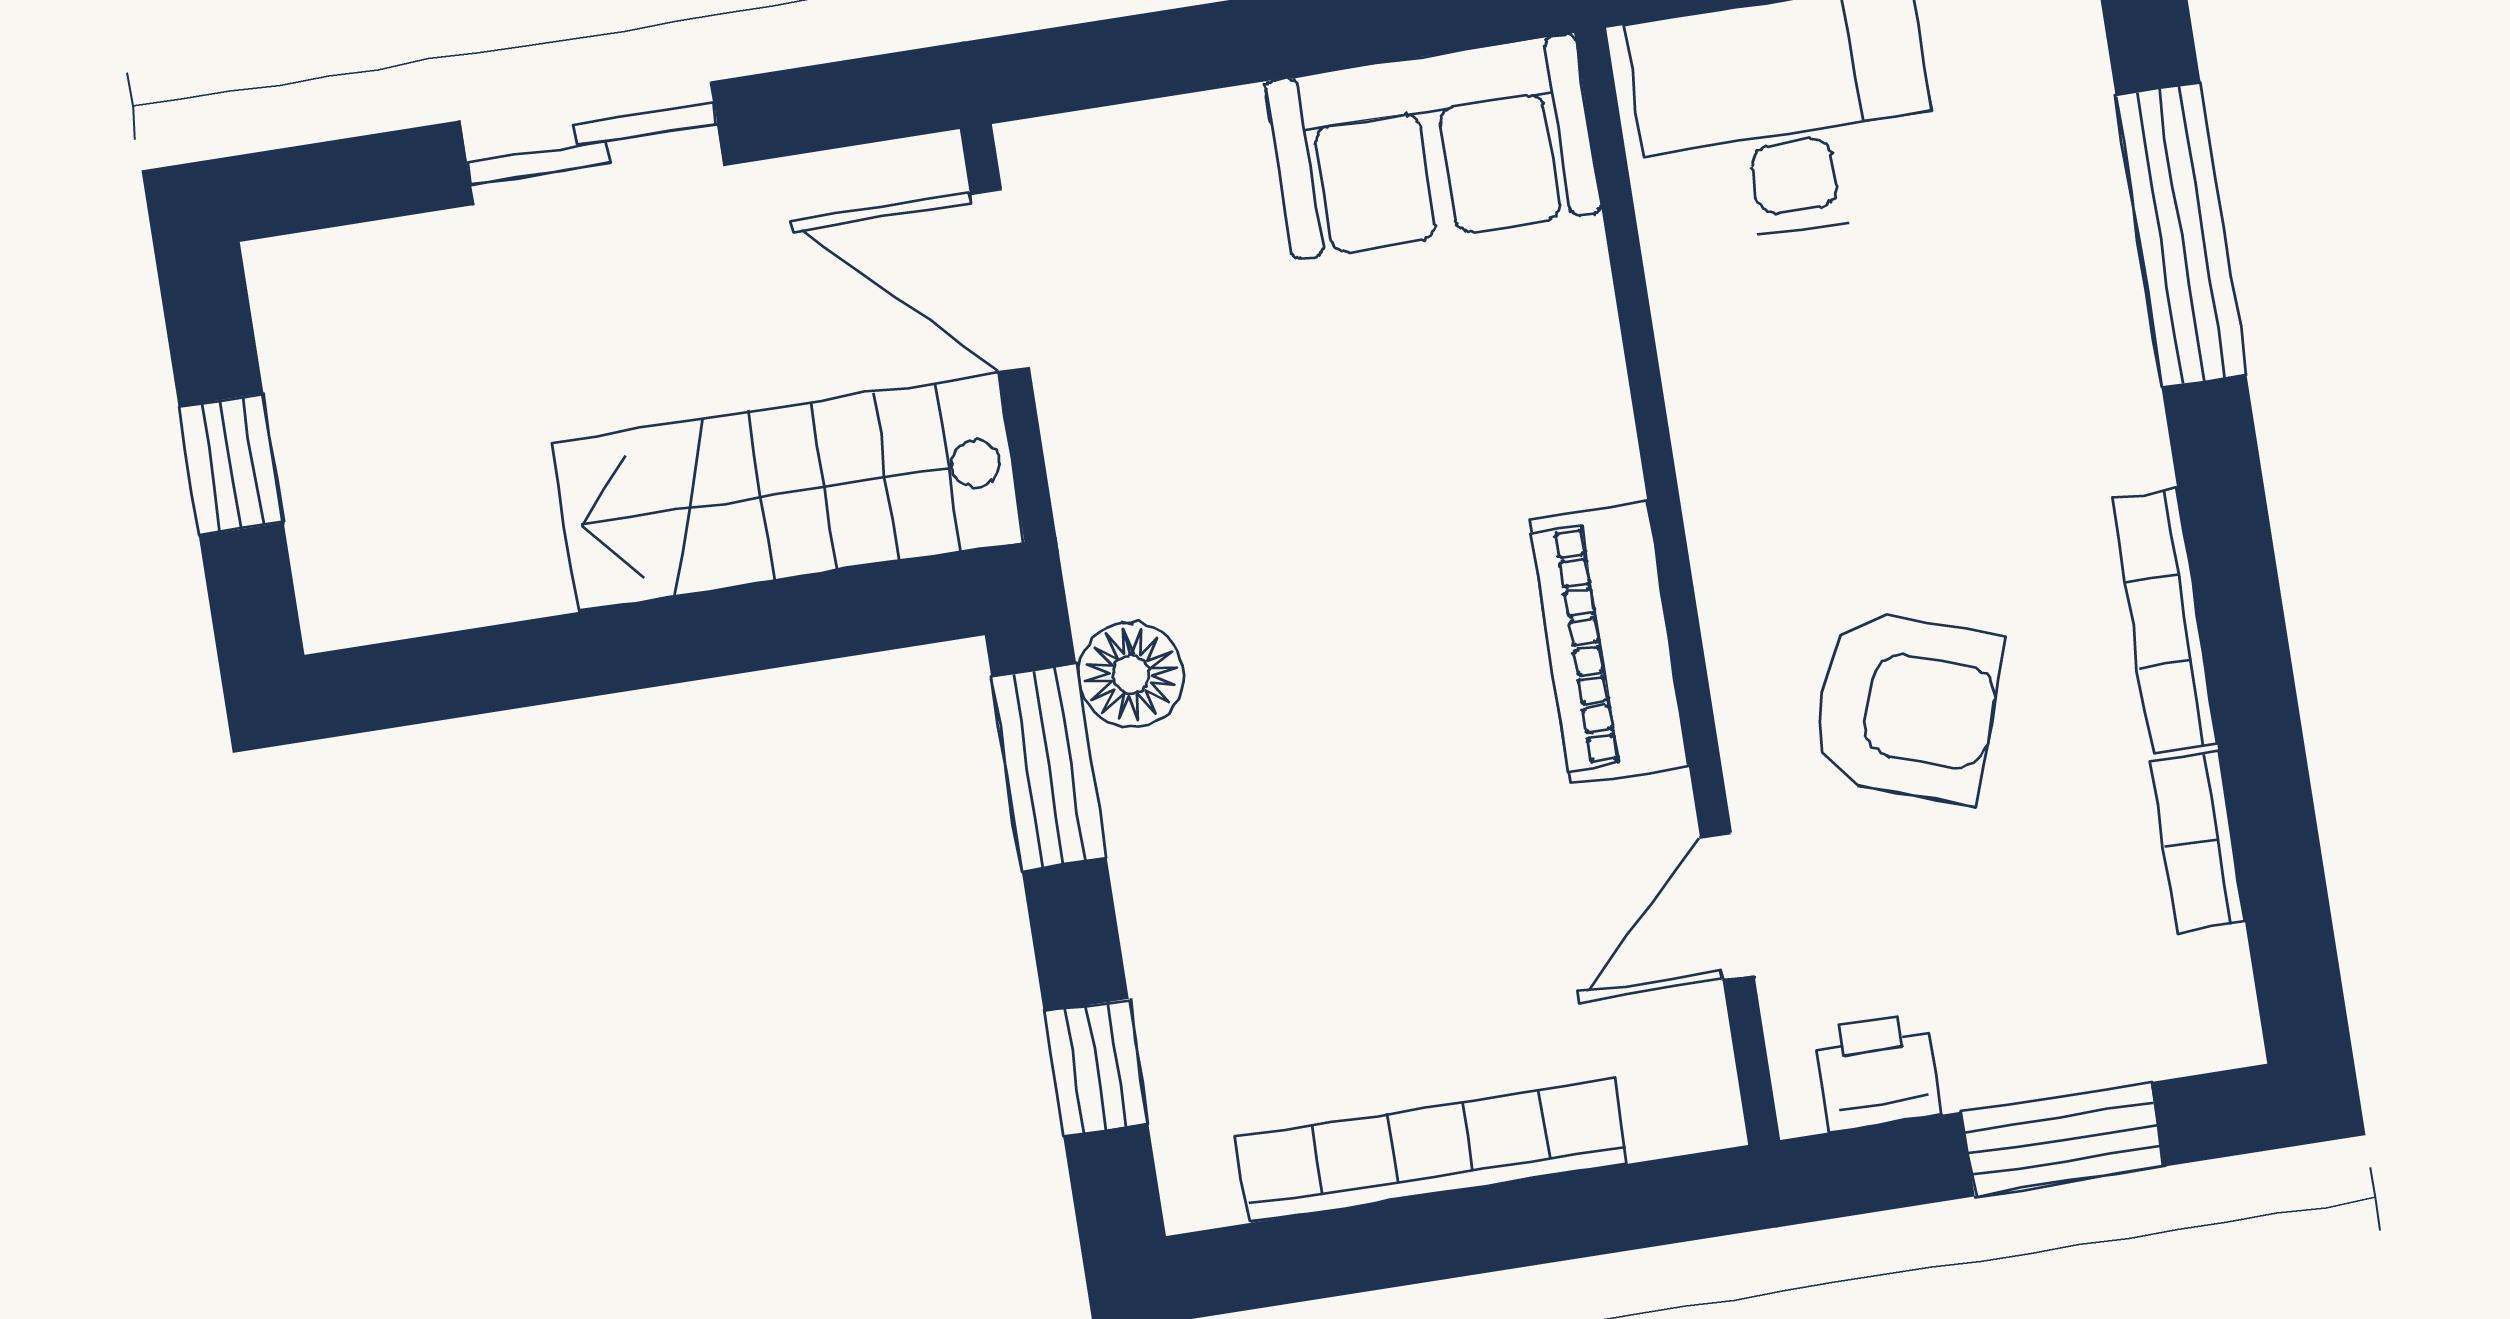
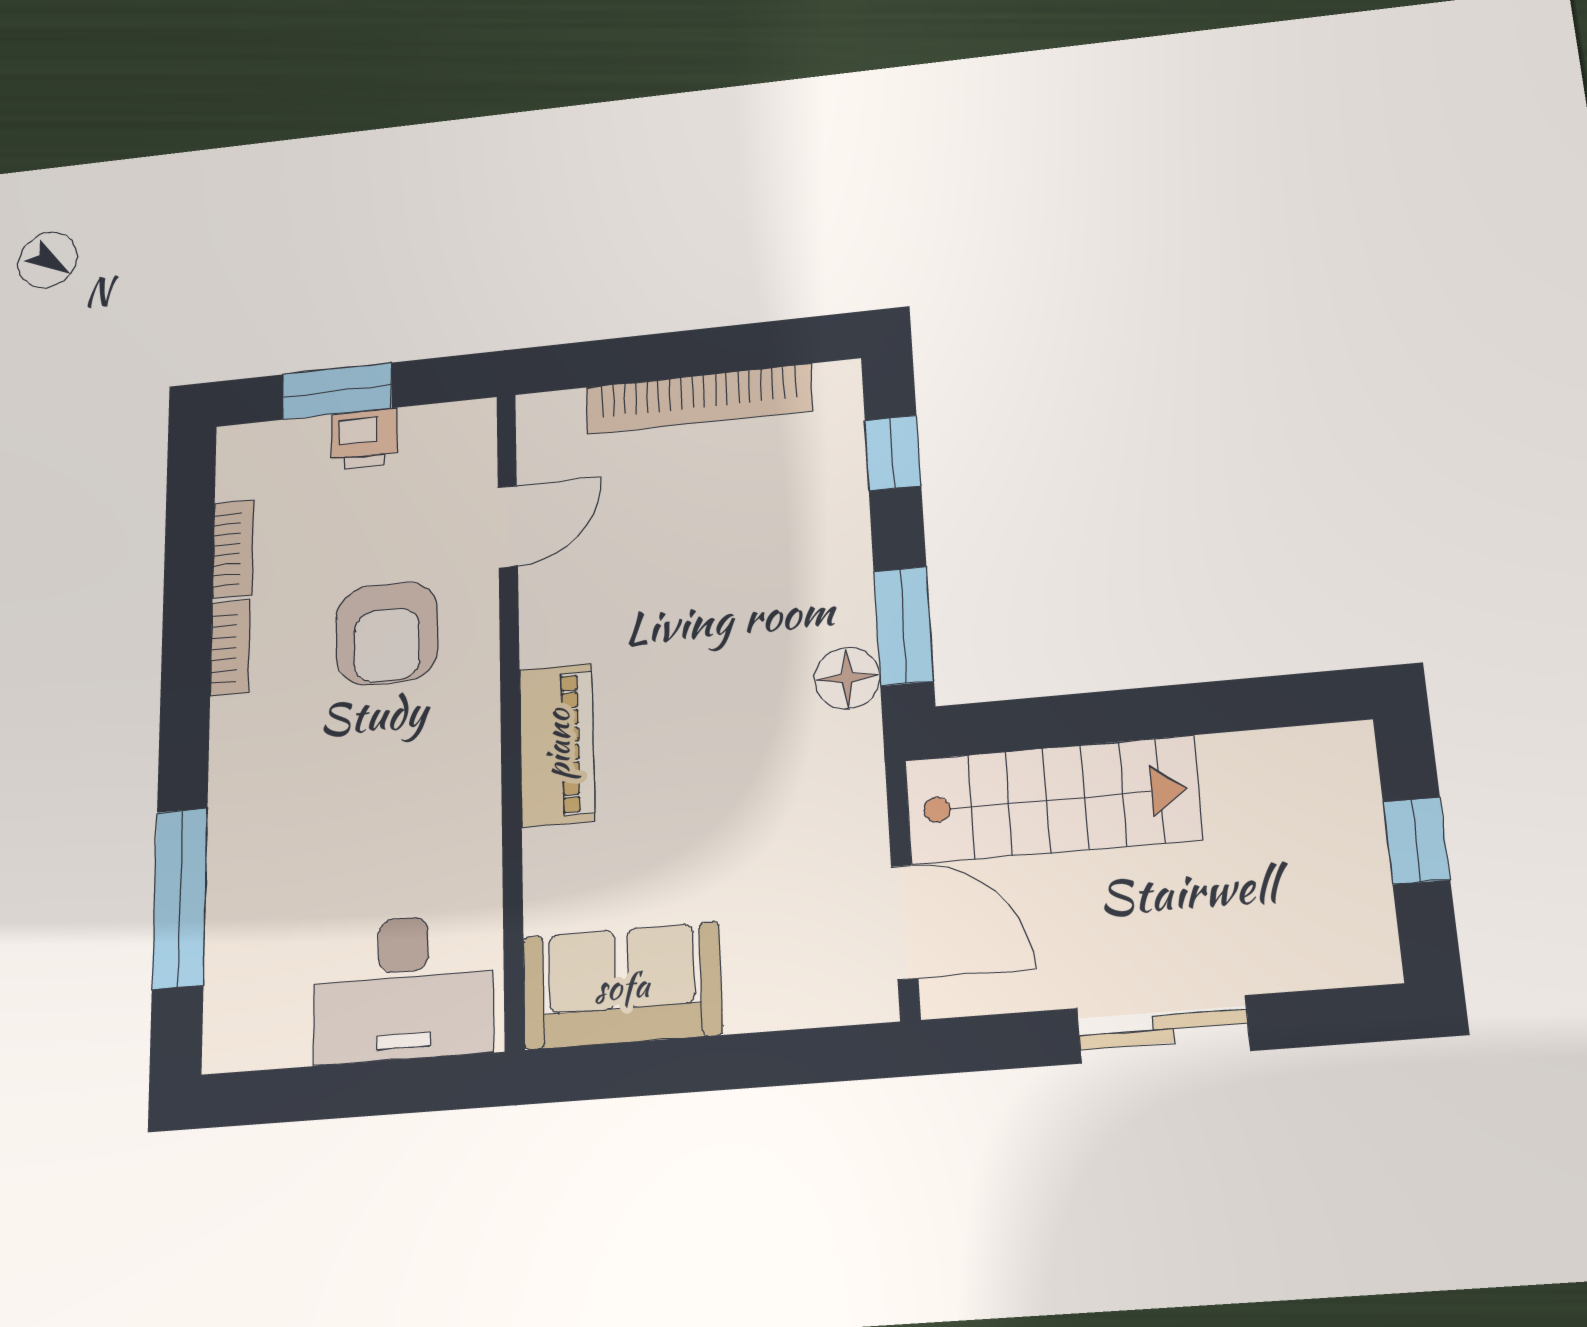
bookcase: (2165, 621) -> (230, 648), width x0.64
piano: (1609, 643) -> (557, 745), moved
armchair: (1906, 707) -> (387, 633), turned -109
printer: (1877, 1072) -> (364, 439), moved

